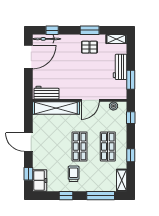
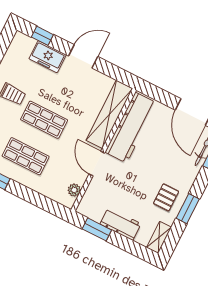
workbench: (46, 93) -> (131, 128), width x1.88, depth x1.32
window: (131, 118) -> (48, 205), removed
freezer: (40, 180) -> (48, 57), moved

